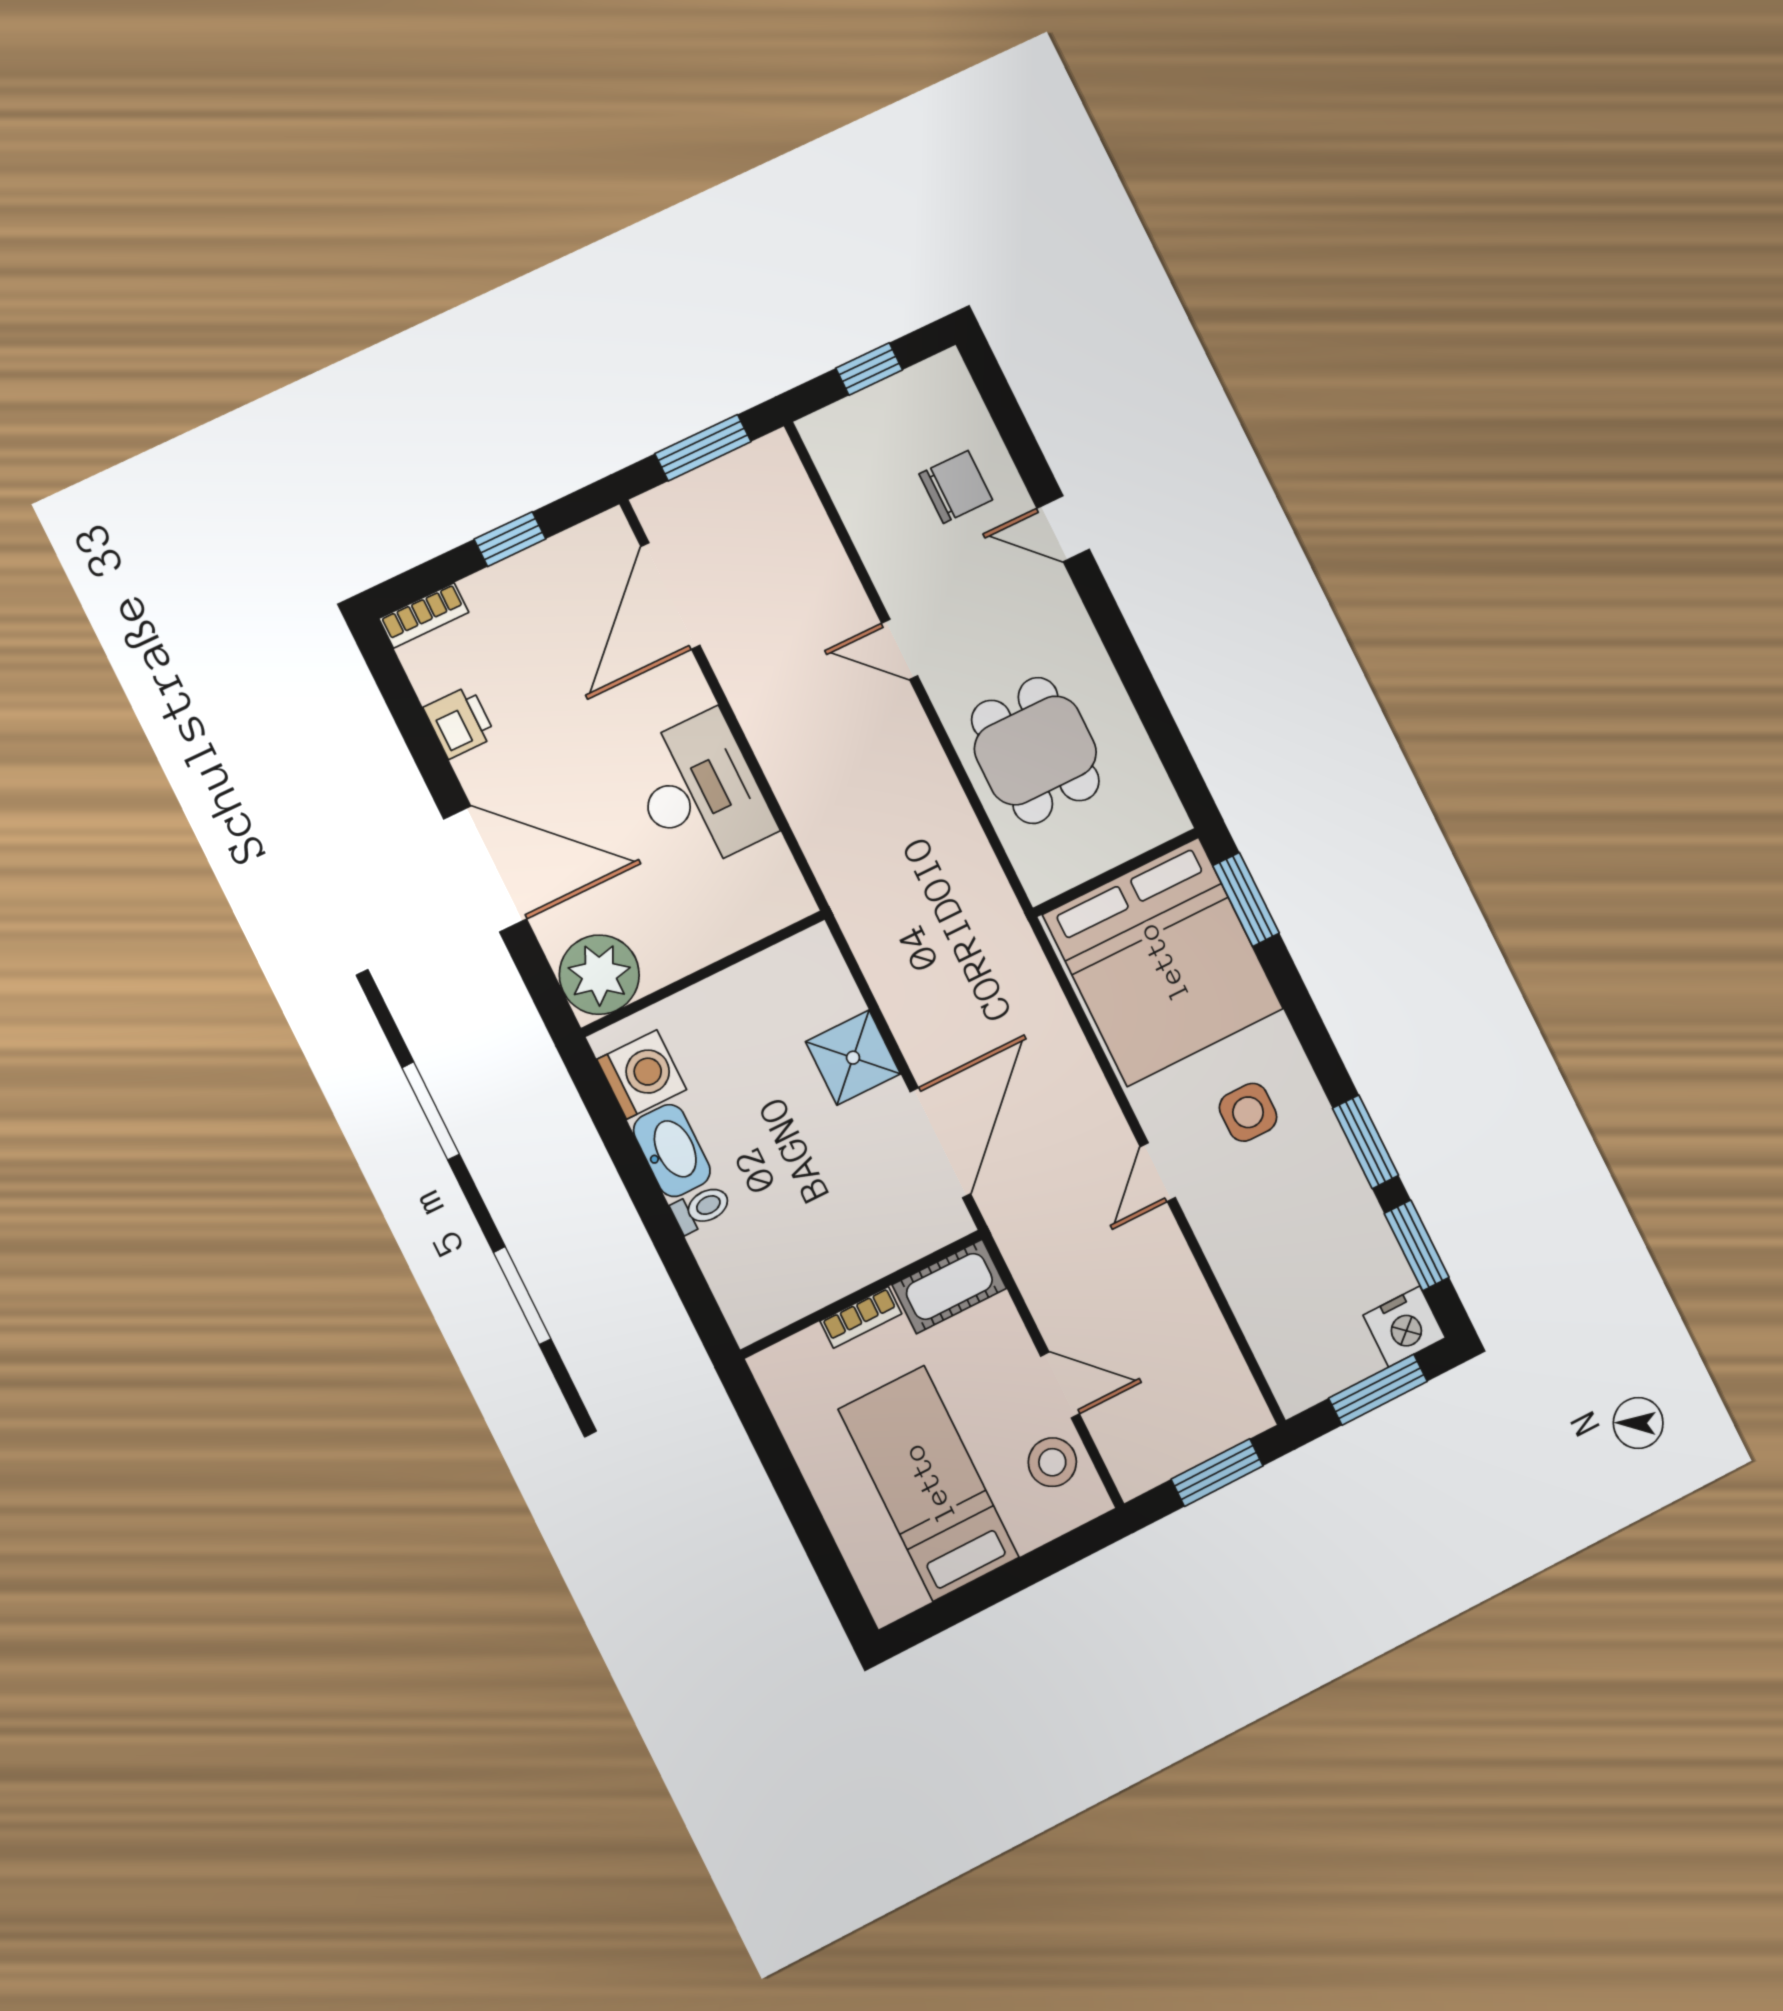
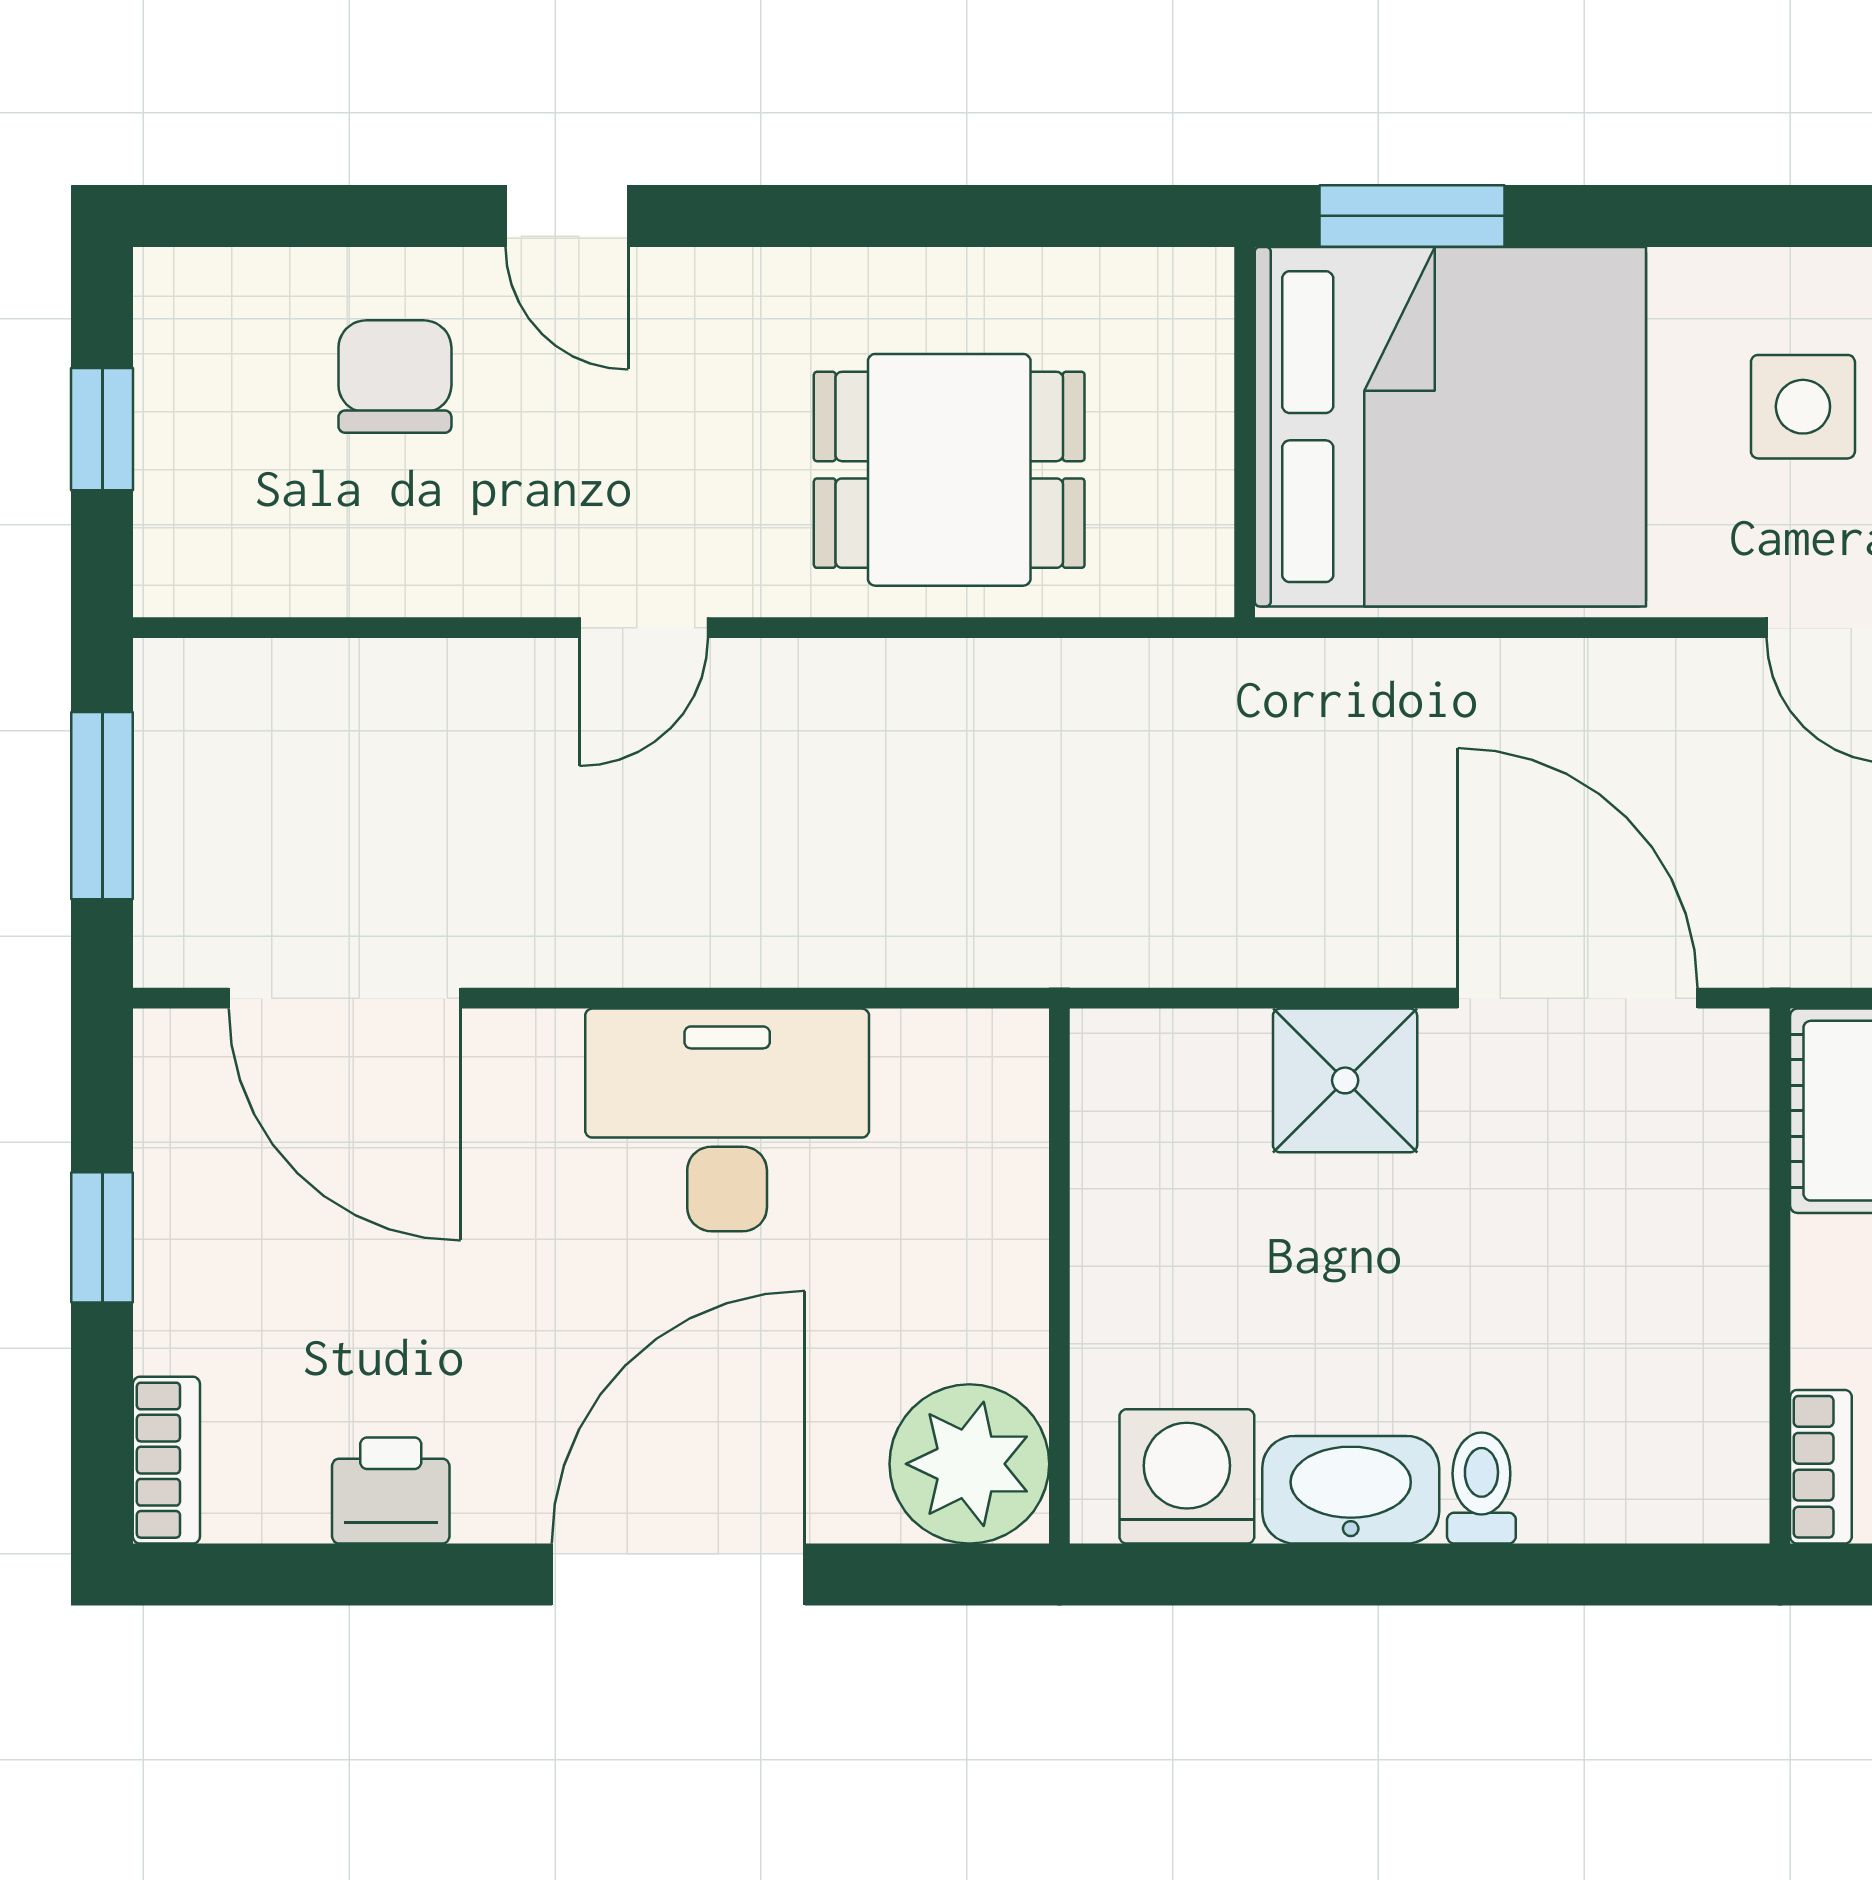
door: (1063, 529) -> (567, 216), hinge flipped
bookcase: (861, 1317) -> (1821, 1467), moved

